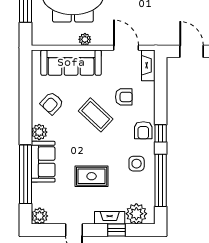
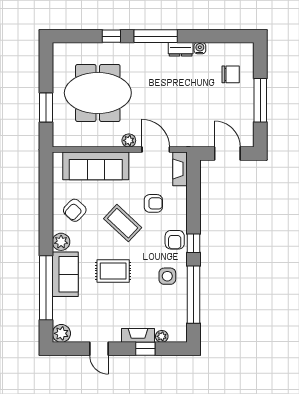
plant: (85, 39) -> (129, 140), moved
rug: (92, 176) -> (113, 271), moved
plant: (136, 214) -> (162, 336), width x0.53, depth x0.53

